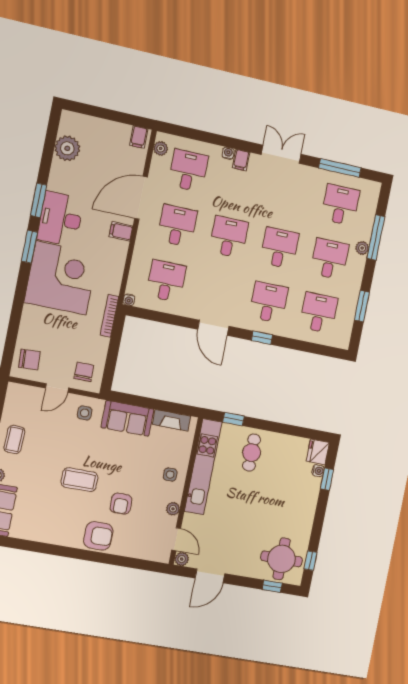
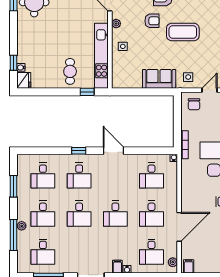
filing cabinet: (121, 231) -> (188, 202), removed
fireplace: (172, 420) -> (129, 83), removed
coffee table: (80, 480) -> (183, 32), width x1.36, depth x1.32
armchair: (121, 504) -> (152, 21), turned 90

